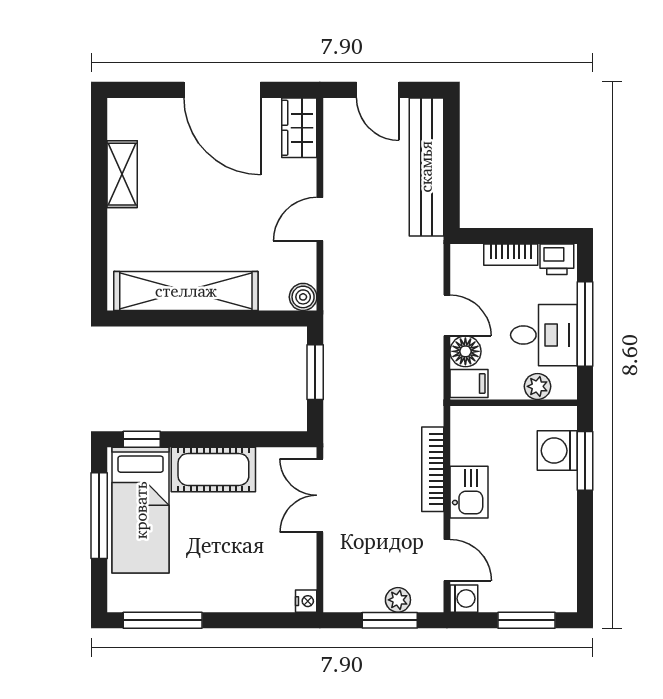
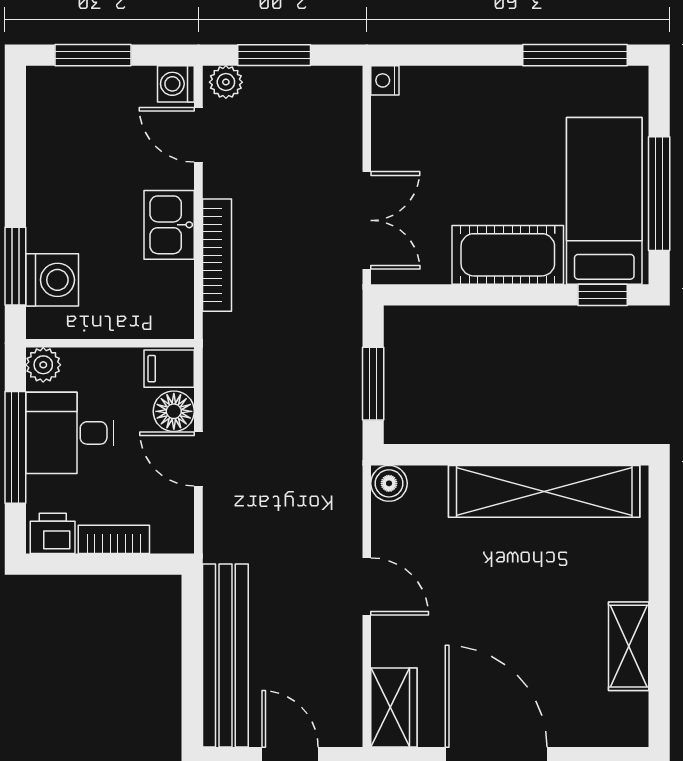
door: (320, 219) -> (367, 586), hinge flipped
plant: (537, 386) -> (43, 365), moved
plant: (398, 600) -> (226, 82), moved

